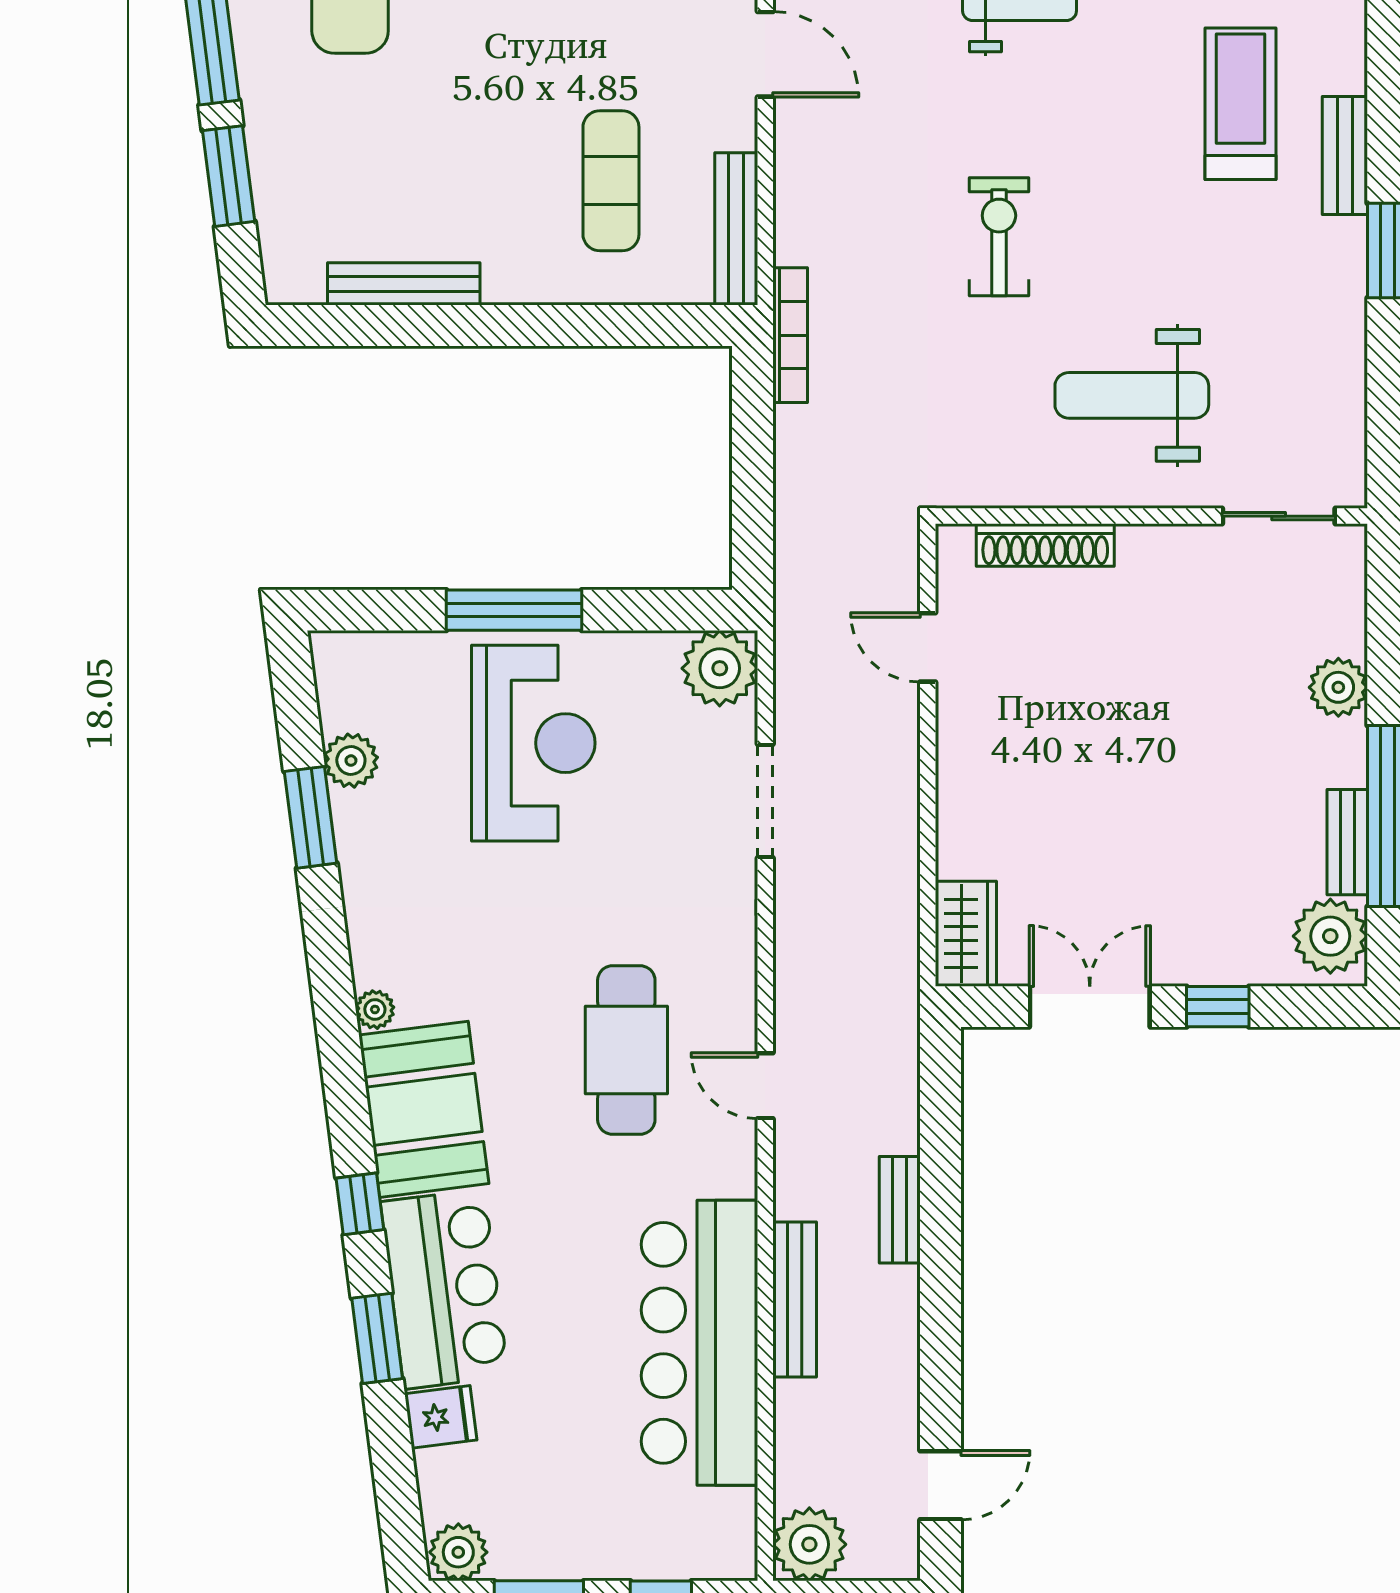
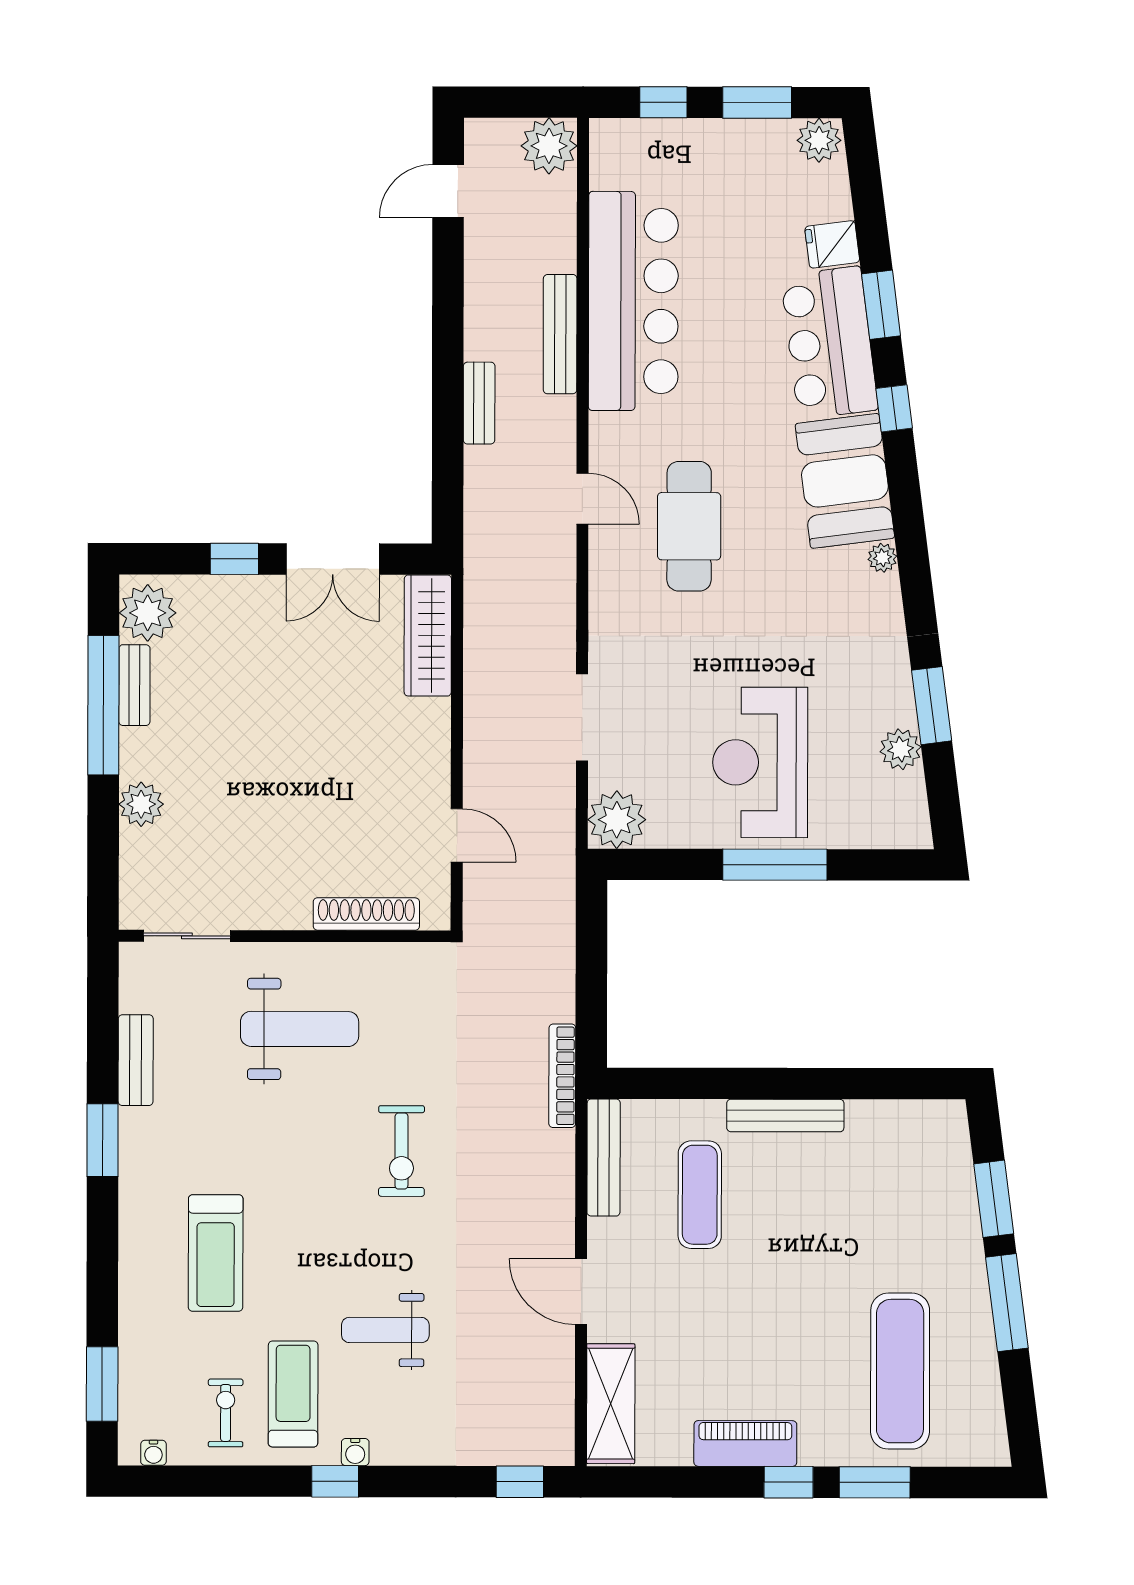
bench: (1345, 156) -> (136, 1060), moved
bench: (404, 284) -> (785, 1116), moved
wardrobe: (966, 934) -> (428, 635), width x1.50

